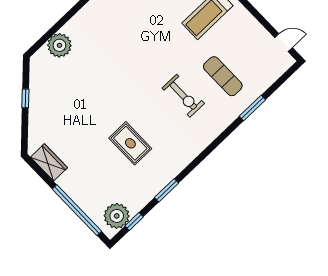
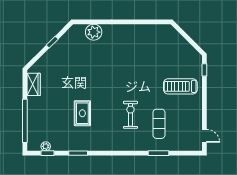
exercise bike: (183, 96) -> (130, 115), turned 180
plant: (117, 216) -> (46, 146), width x0.53, depth x0.53

